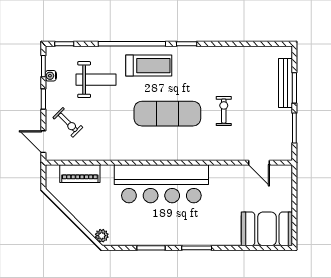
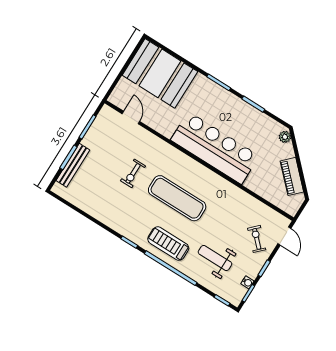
piano: (80, 174) -> (292, 176), moved, turned -135
booth: (267, 229) -> (160, 73), width x1.36, depth x1.42

